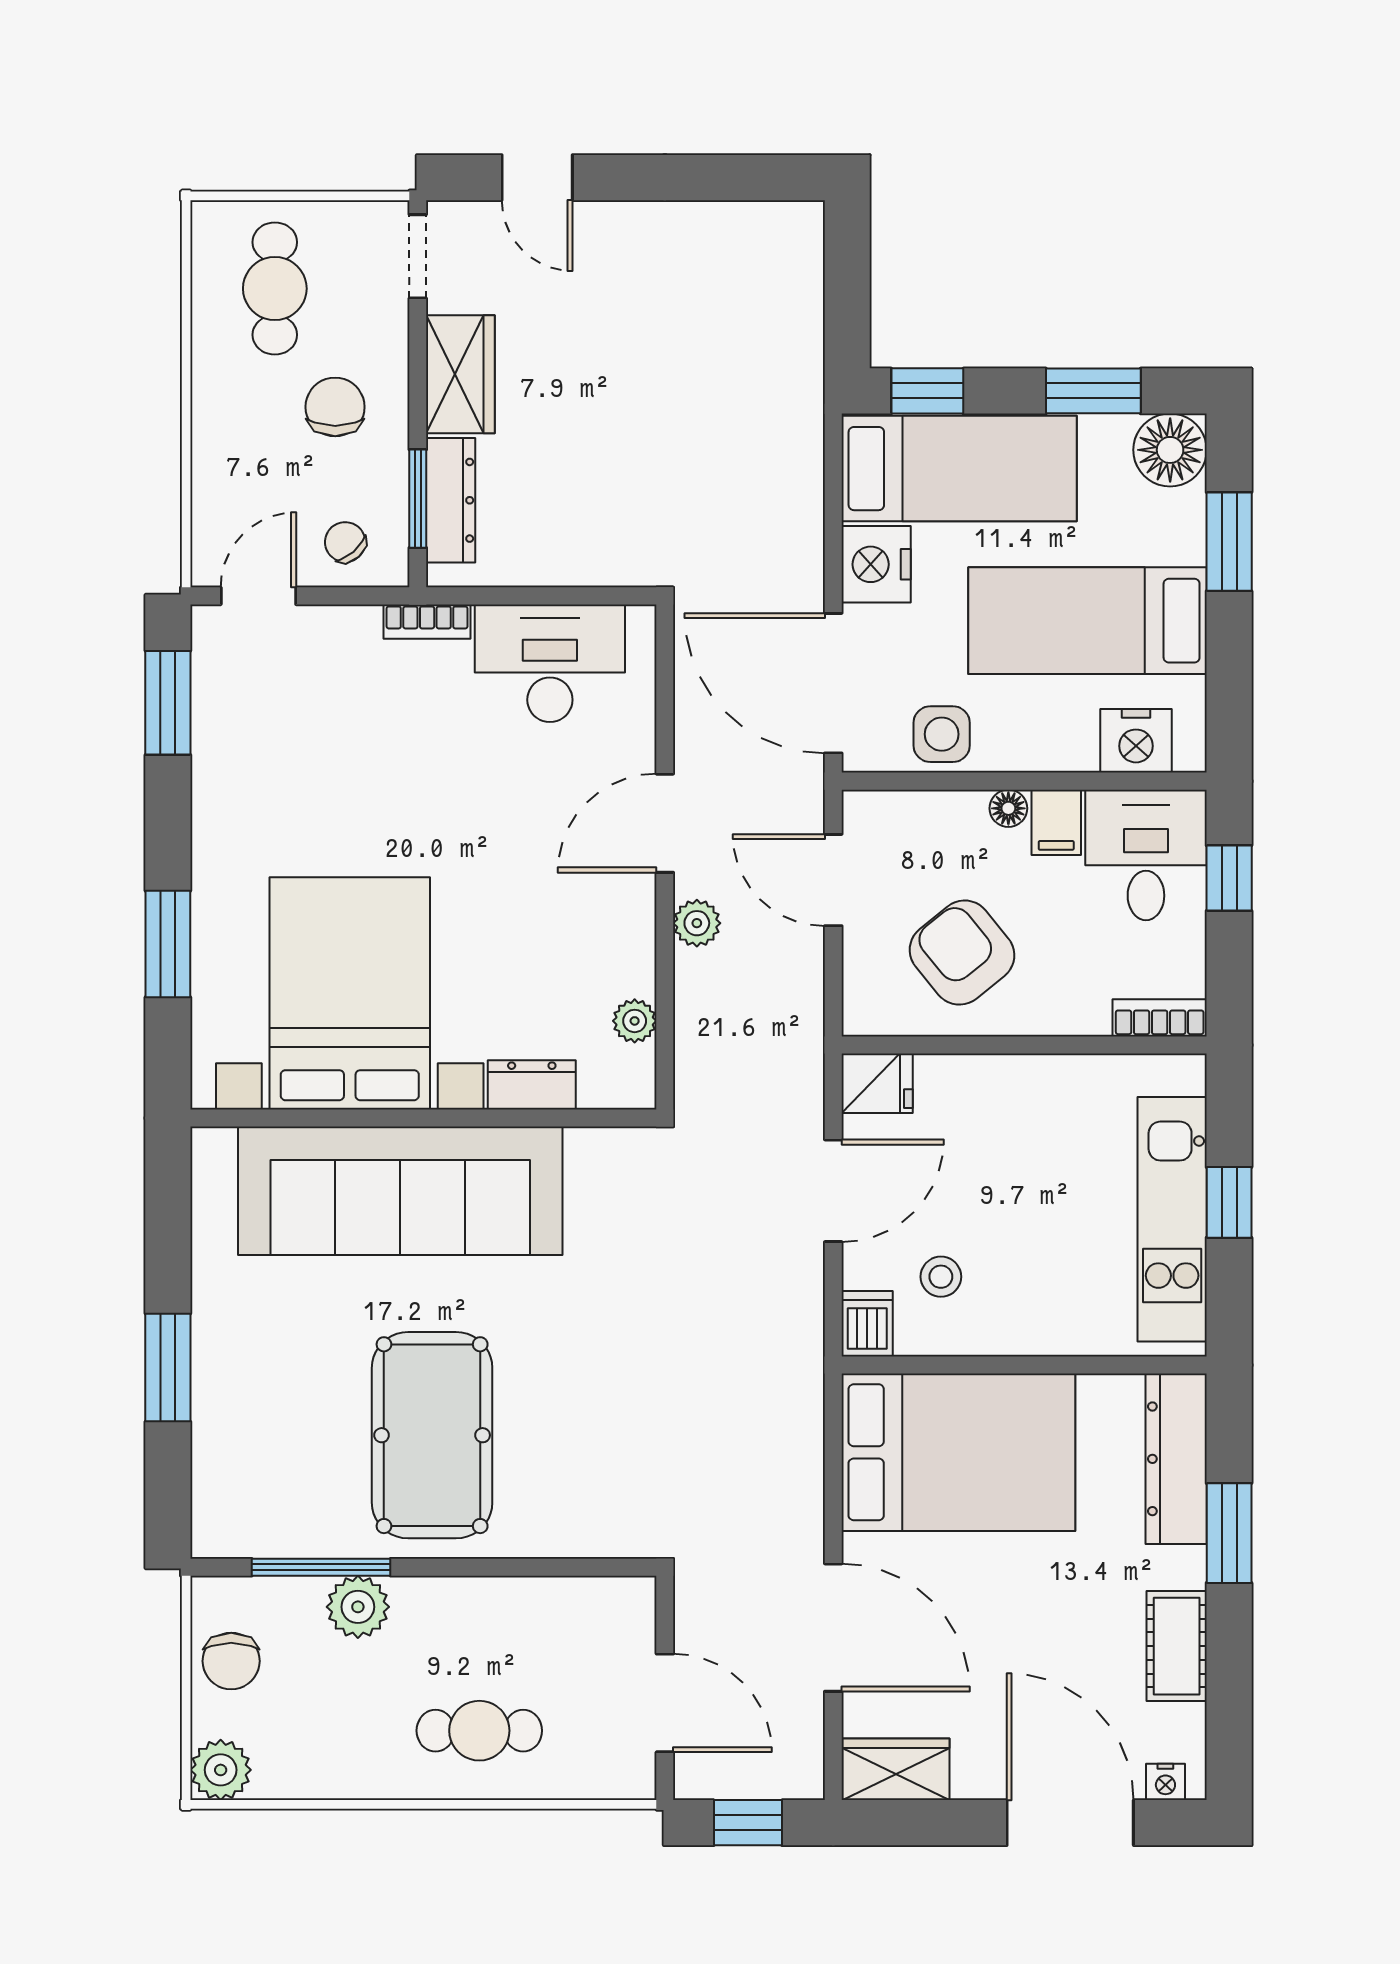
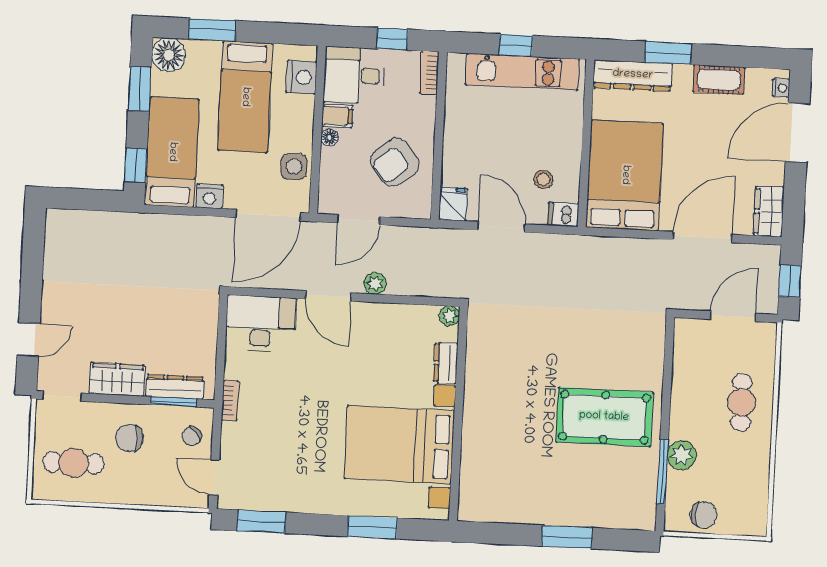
nightstand: (876, 564) -> (209, 196), width x0.74, depth x0.75
desk: (550, 663) -> (261, 323), moved, turned 90
window: (1229, 878) -> (392, 39), moved
plant: (635, 1021) -> (449, 316), moved
sofa: (400, 1191) -> (491, 426), removed
plant: (221, 1770) -> (753, 522), removed

